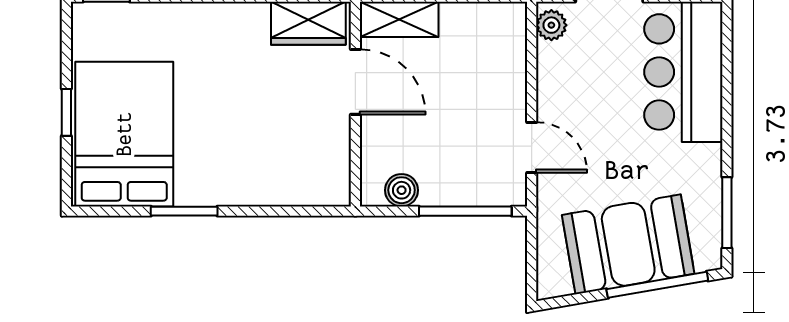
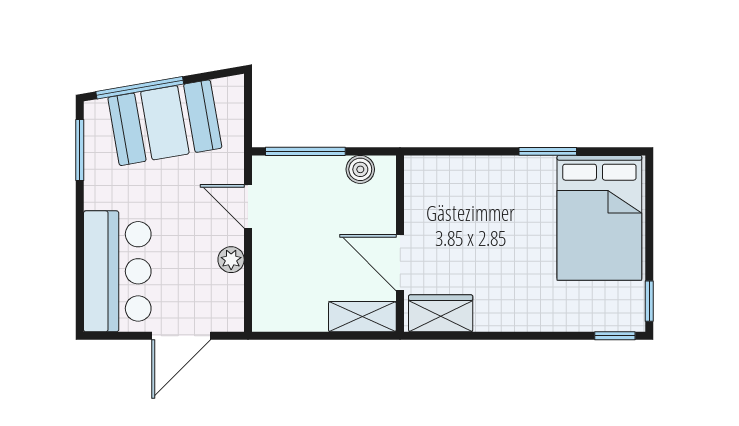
plant: (551, 25) -> (231, 260), moved
window: (66, 112) -> (649, 301), moved

